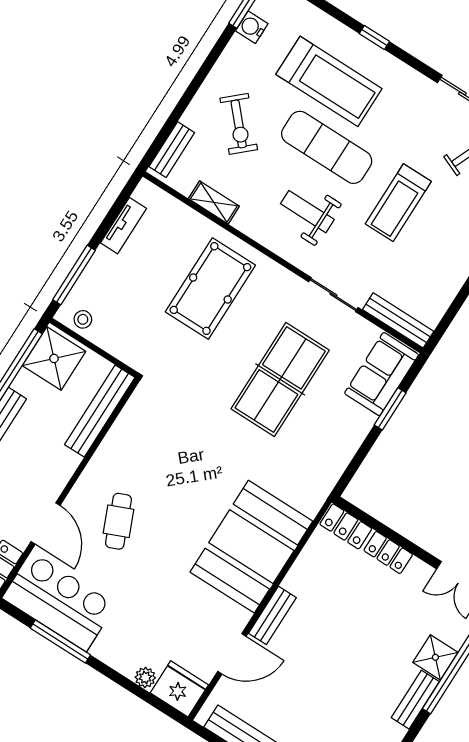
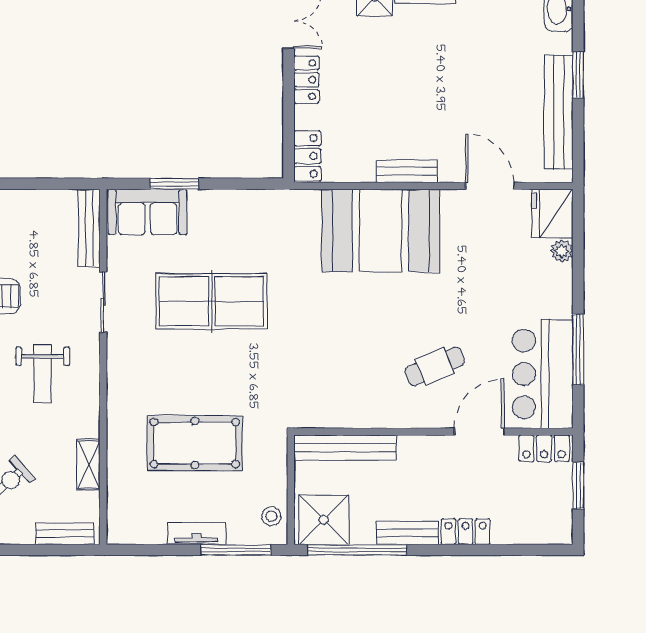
tv unit: (123, 226) -> (197, 534), moved
pool table: (210, 289) -> (195, 443), moved
locker: (388, 552) -> (306, 80), moved
bench: (272, 615) -> (407, 171), moved

